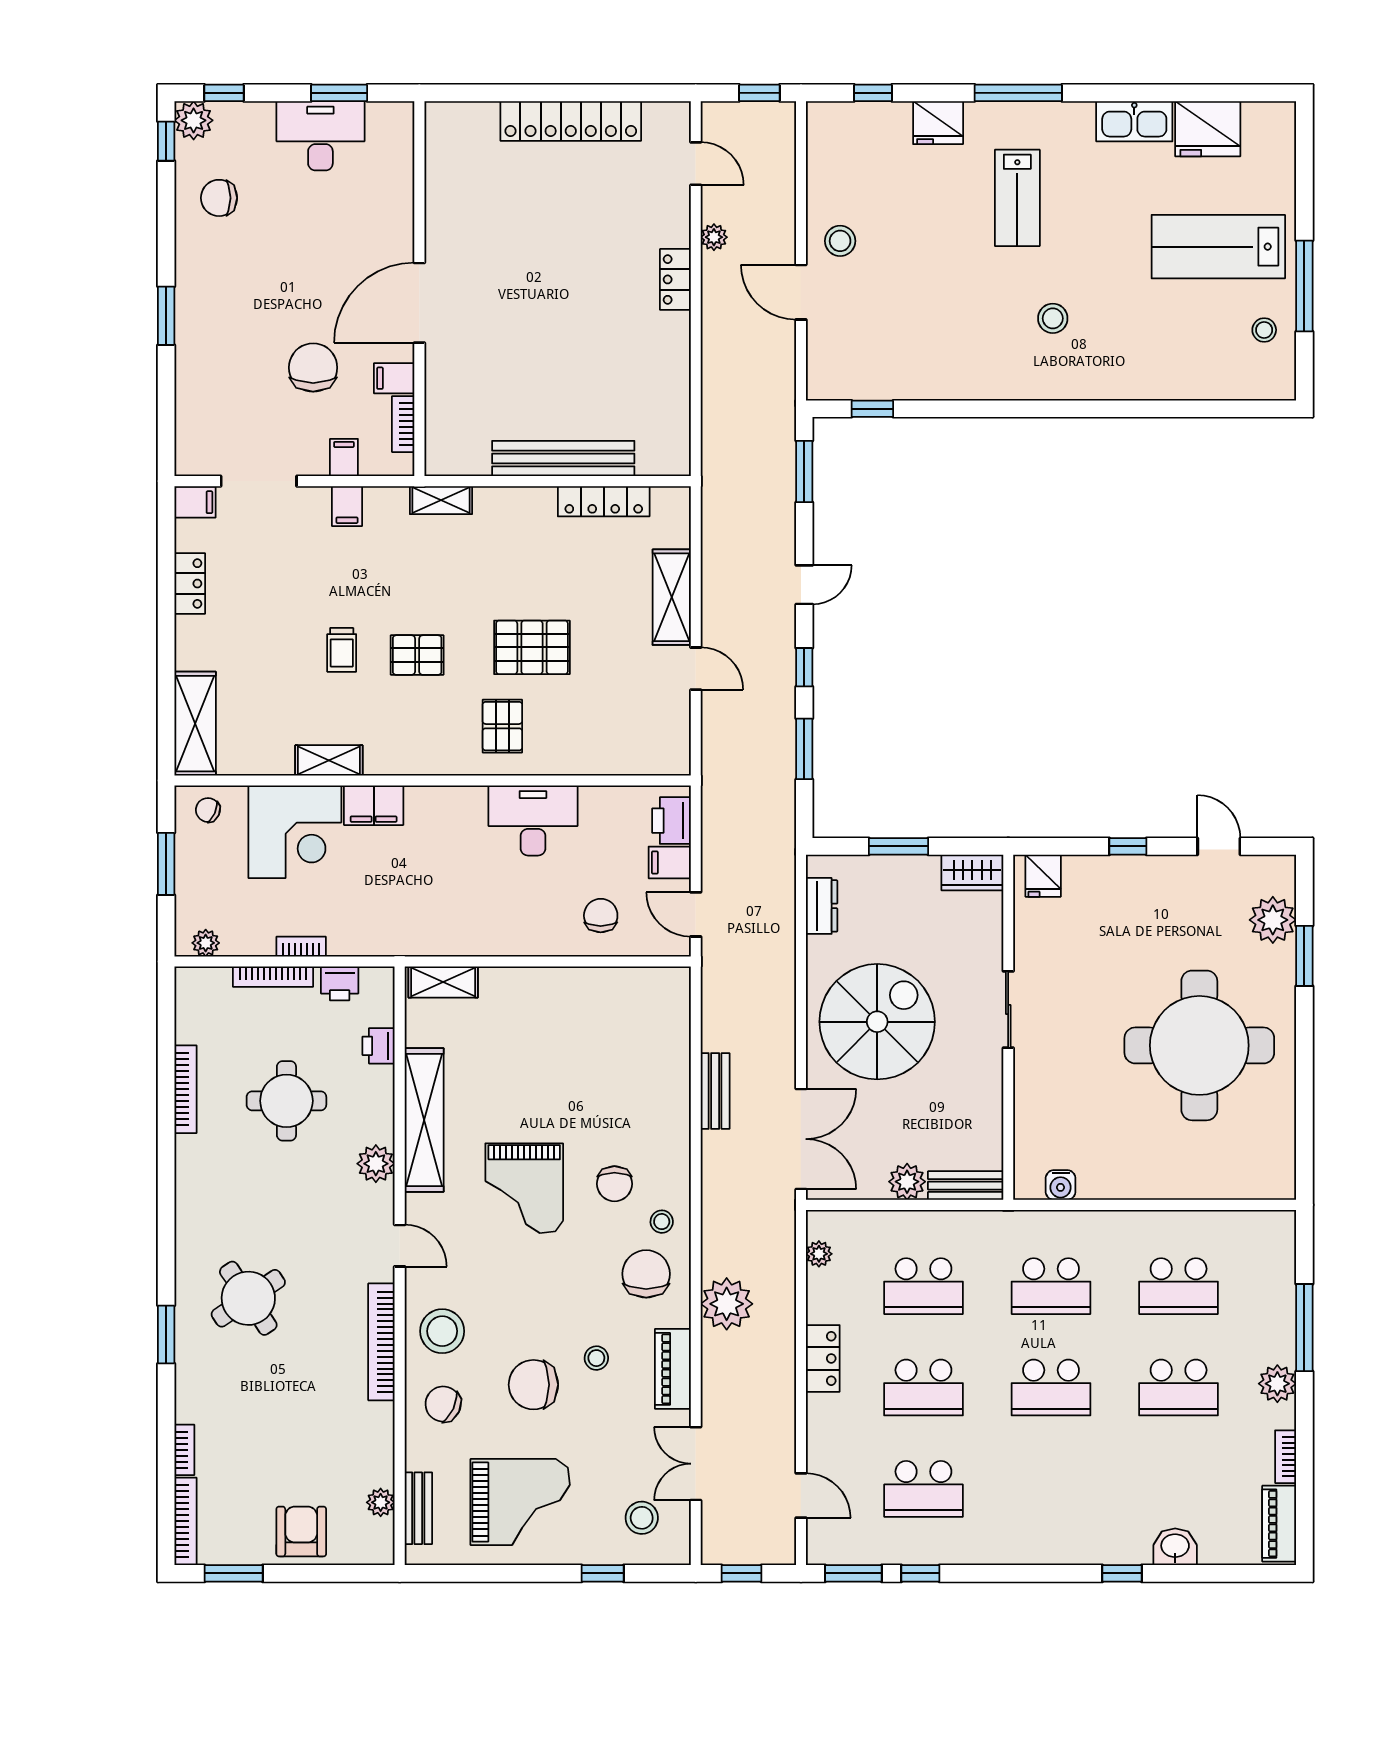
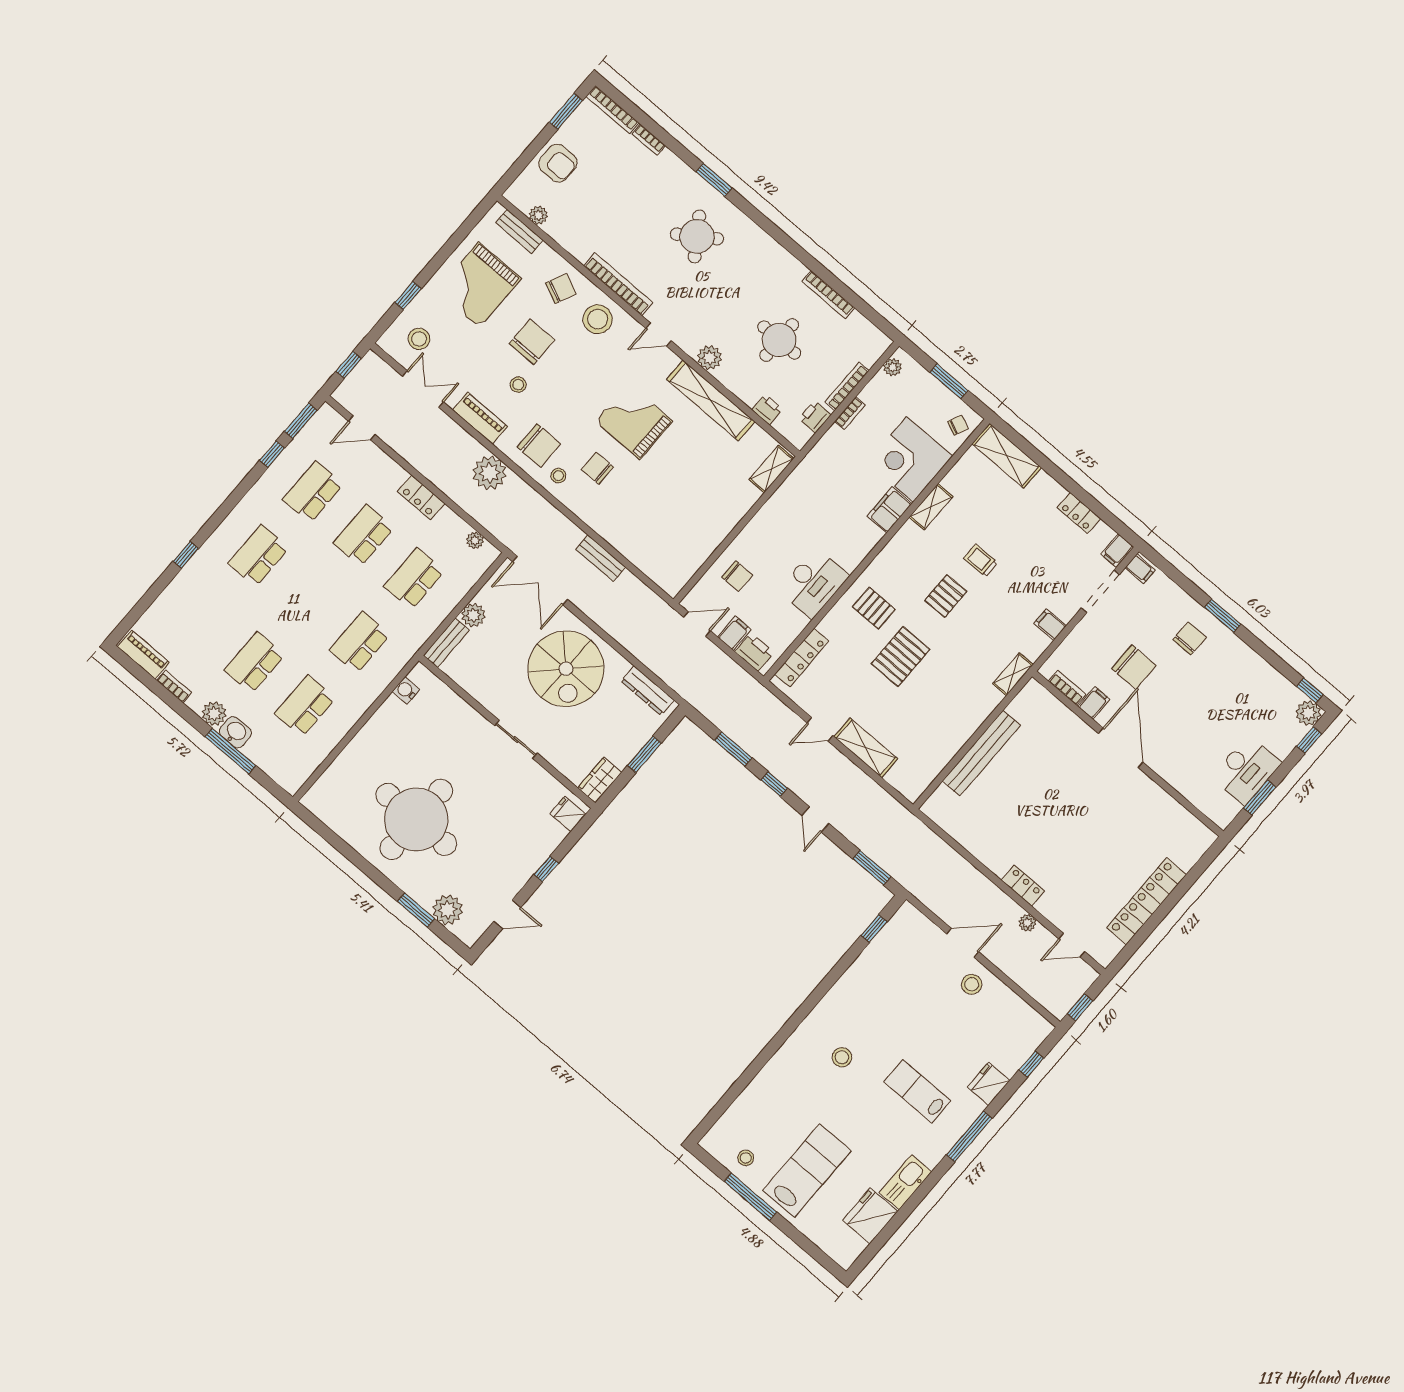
chair: (219, 198) -> (1190, 638), moved
filing cabinet: (344, 458) -> (1140, 569), moved
locker: (604, 501) -> (802, 658), moved, turned 180
dresser: (822, 906) -> (647, 691), width x1.44
school desk: (1051, 1387) -> (258, 556), moved
washbasin: (1175, 1547) -> (235, 732), moved, turned -90

